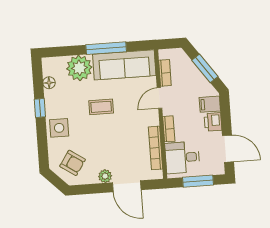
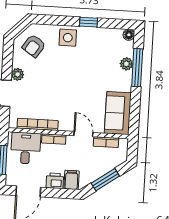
window: (106, 48) -> (137, 68), moved
sofa: (124, 65) -> (118, 113), width x0.73
plant: (79, 68) -> (126, 64), width x0.53, depth x0.53
floor lamp: (49, 83) -> (129, 35), moved
coffee table: (101, 107) -> (82, 79), removed

